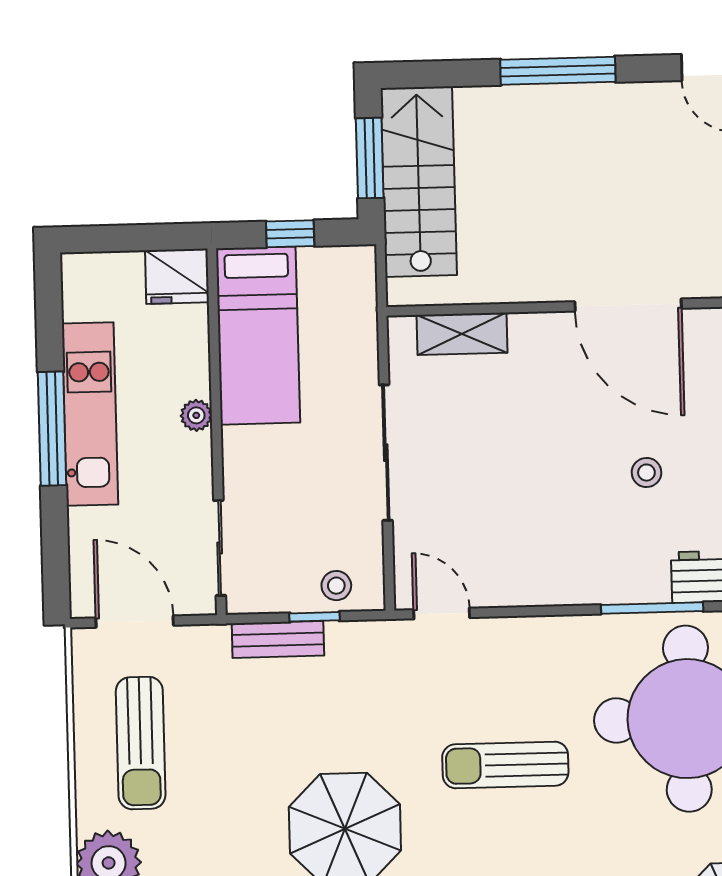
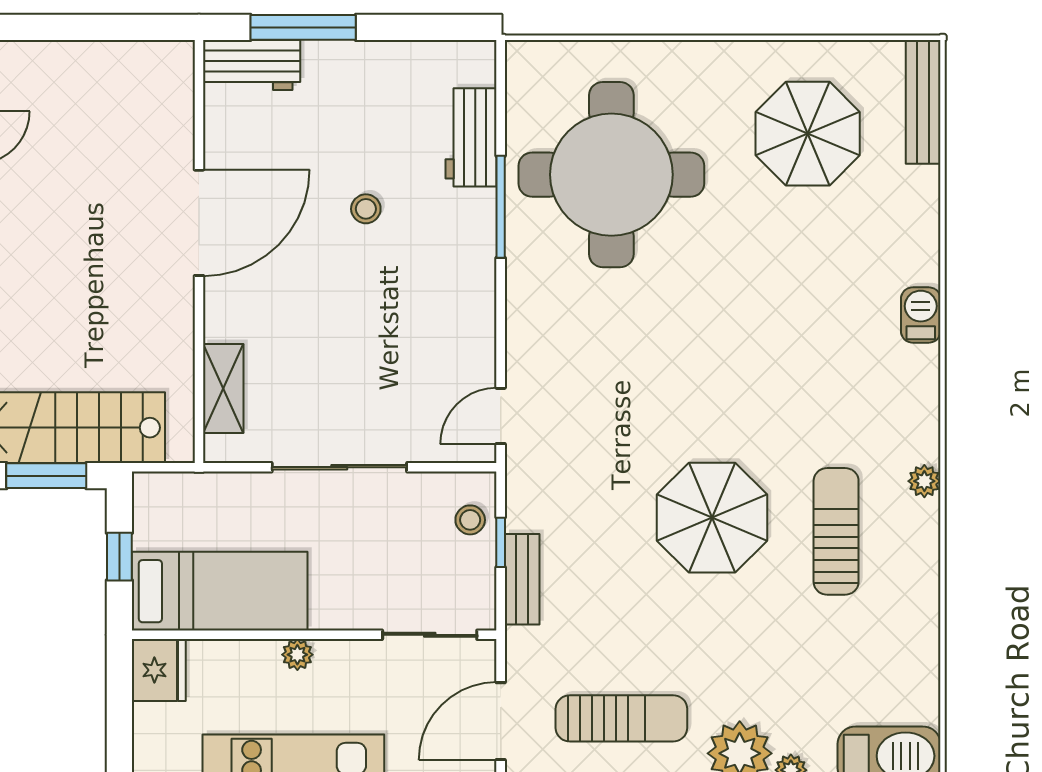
sun lounger: (505, 765) -> (653, 357), removed

